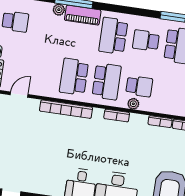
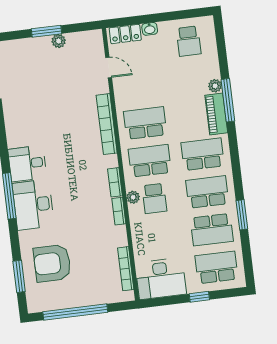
school desk: (146, 41) -> (207, 192), width x1.85
school desk: (107, 81) -> (150, 161), turned 180
bookcase: (160, 122) -> (119, 211), moved

